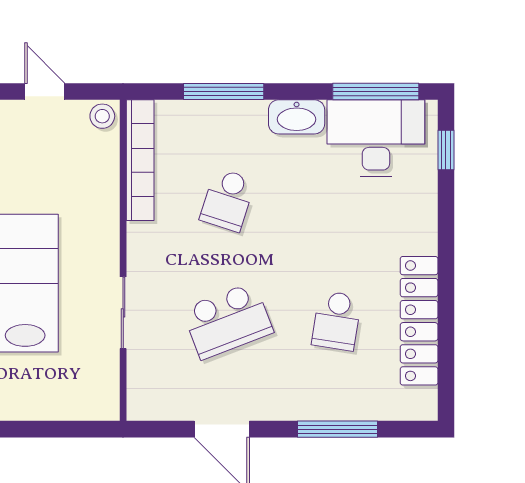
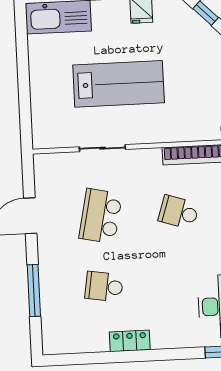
school desk: (228, 321) -> (101, 216), turned 33
locker: (419, 321) -> (130, 341), width x0.46, depth x0.83

